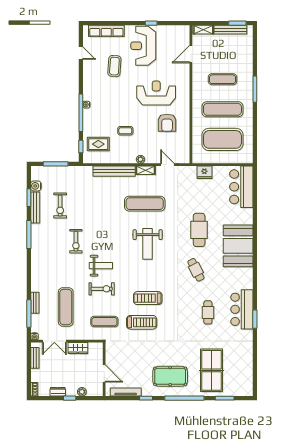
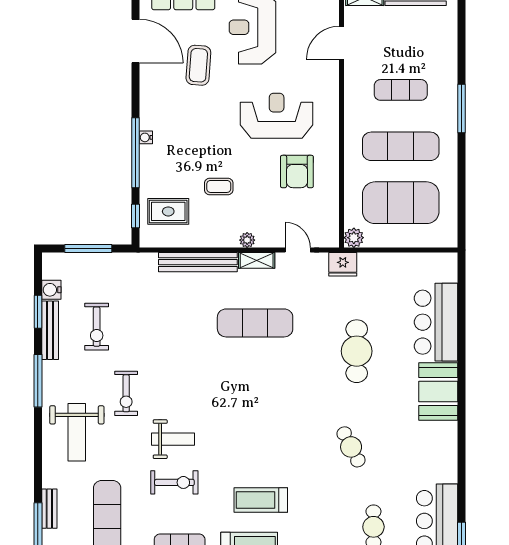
door: (81, 53) -> (135, 41), width x1.87
plant: (197, 158) -> (354, 238), added
fridge: (204, 172) -> (343, 264), moved
bar counter: (241, 187) -> (436, 322), moved
cafe table: (199, 230) -> (357, 351), moved
weight bench: (148, 244) -> (77, 432), moved
booth: (238, 246) -> (438, 392), width x0.73, depth x0.70

